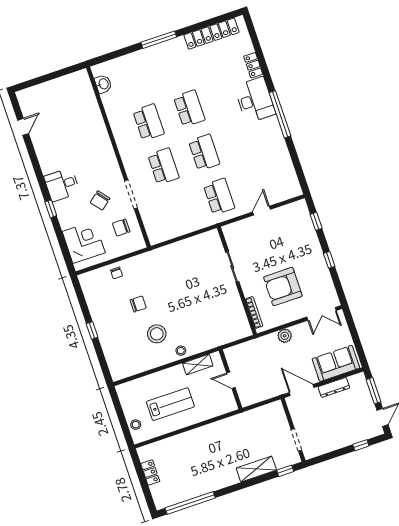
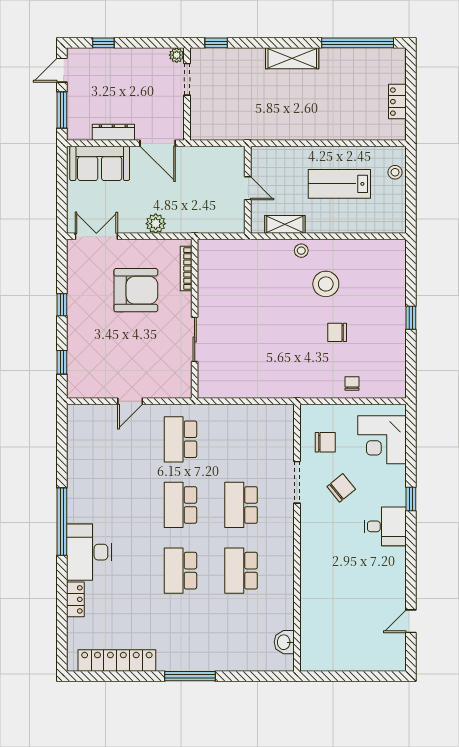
plant: (309, 454) -> (177, 55), added
shelving: (256, 469) -> (292, 58), moved

